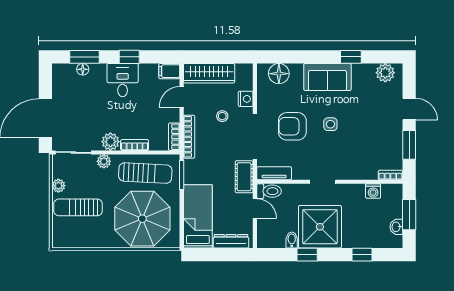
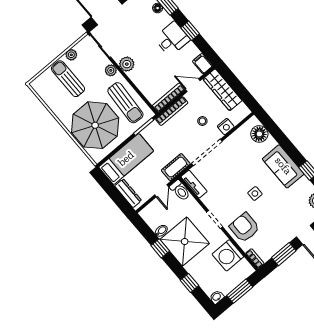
armchair: (292, 126) -> (244, 227), moved
bookcase: (174, 137) -> (169, 97), width x1.56
bookcase: (135, 145) -> (137, 81), removed
washing machine: (373, 191) -> (228, 255), width x1.89, depth x1.89
washbasin: (396, 227) -> (217, 297), moved

